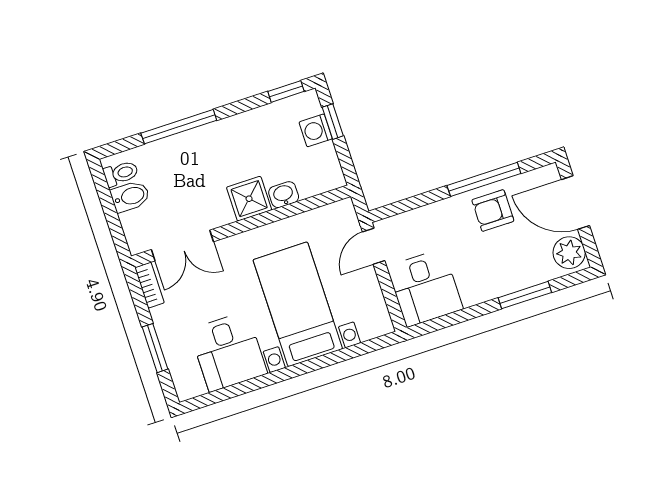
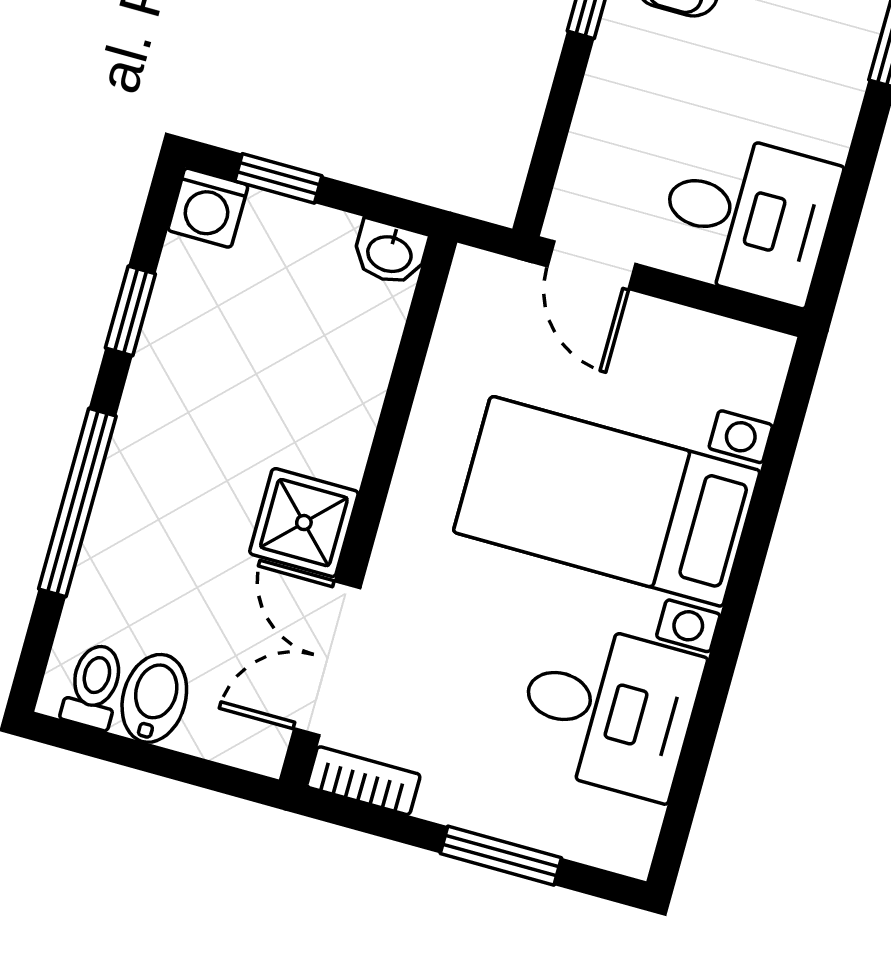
window: (286, 91) -> (130, 311), moved
washing machine: (316, 130) -> (208, 208), moved
washbasin: (284, 195) -> (390, 253), moved, turned -90
shower: (249, 199) -> (304, 523), moved
double door: (182, 246) -> (327, 658), swing flipped

